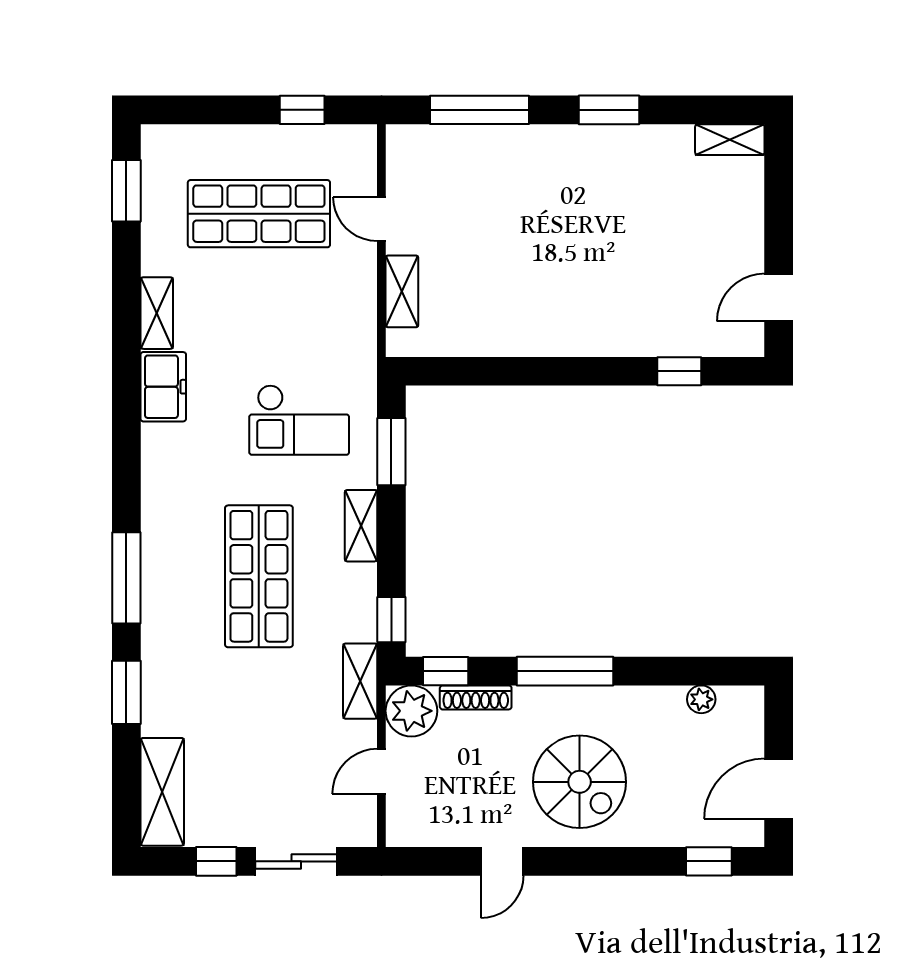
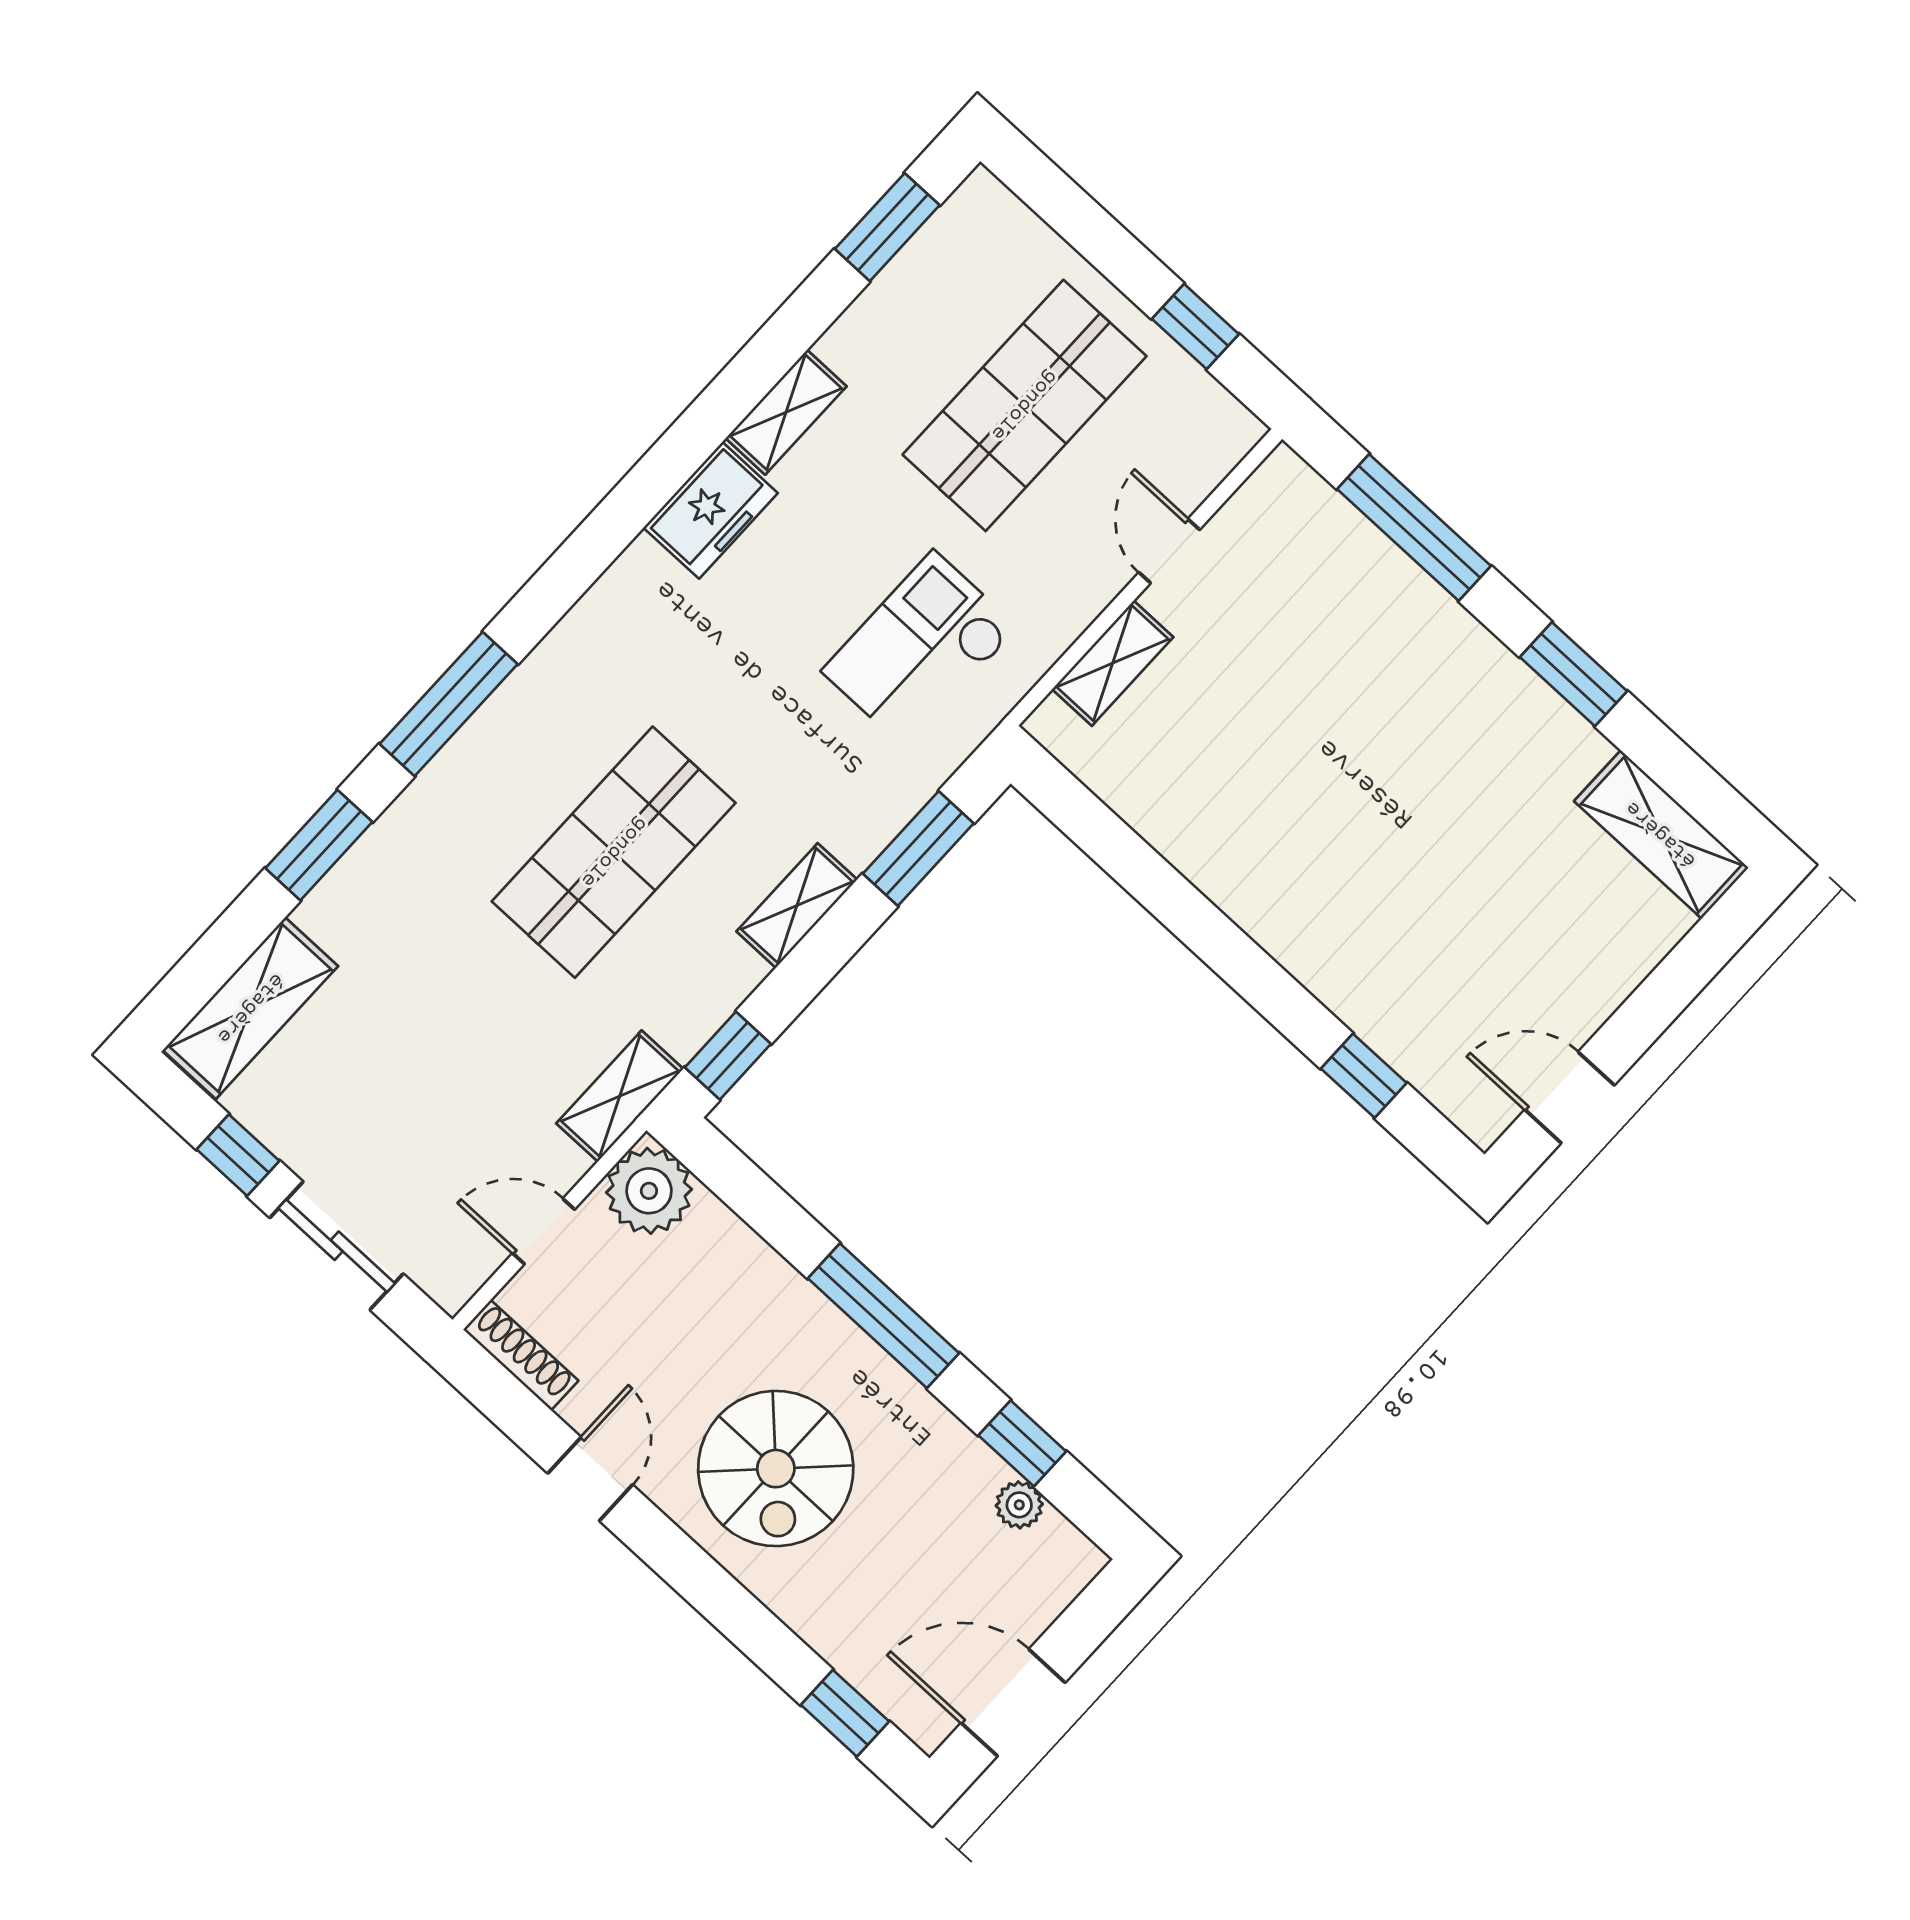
shelving: (730, 140) -> (1661, 834), width x1.50, depth x1.33
shop shelf: (259, 214) -> (1024, 405), turned 90
checkout: (299, 420) -> (920, 649), moved, turned 90
window: (446, 671) -> (1022, 1443), moved
shoe rack: (476, 697) -> (521, 1355), moved, turned 180
door: (502, 861) -> (590, 1479), swing flipped

